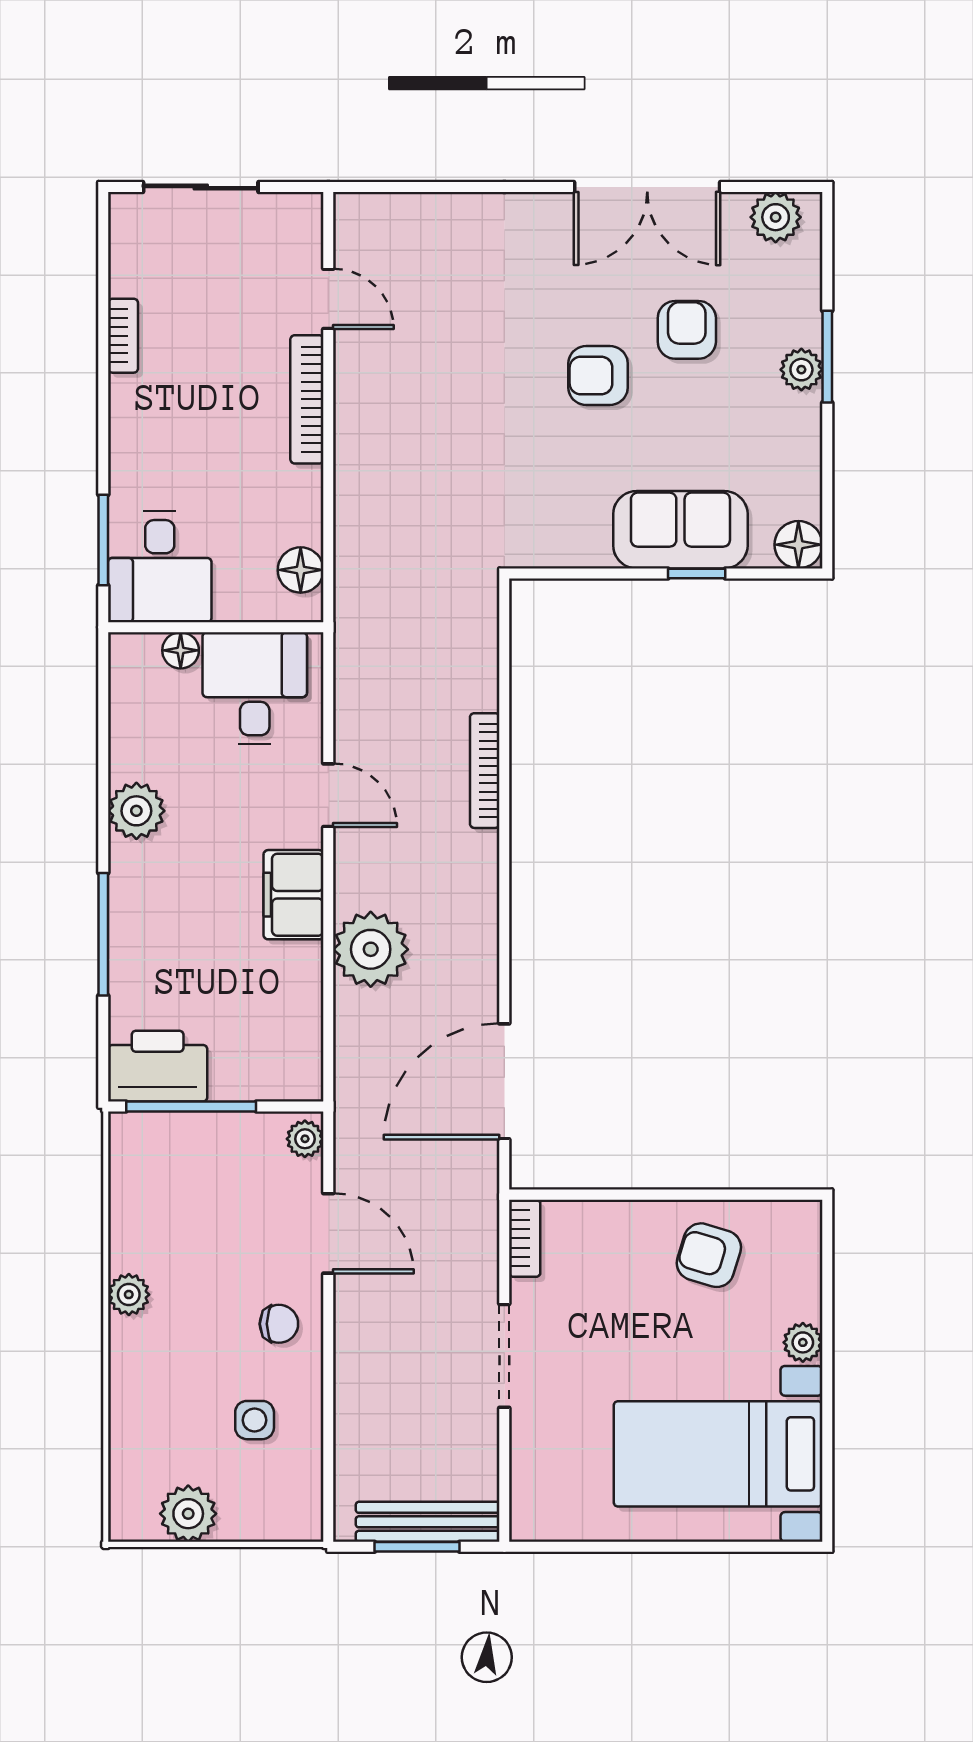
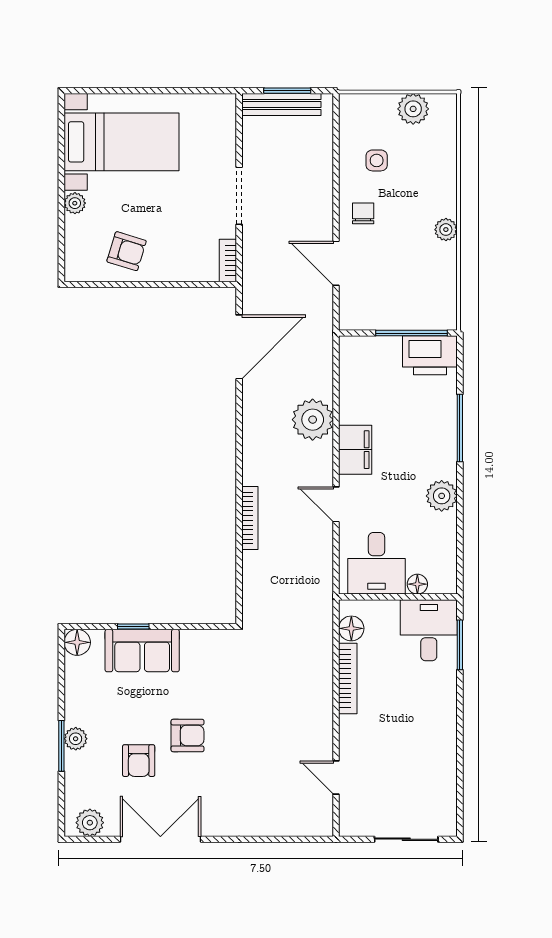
bookcase: (123, 336) -> (449, 757), removed
bookcase: (307, 399) -> (348, 678), moved
plant: (305, 1139) -> (349, 315), removed
chair: (279, 1324) -> (363, 213), turned 90

